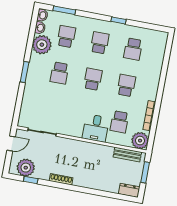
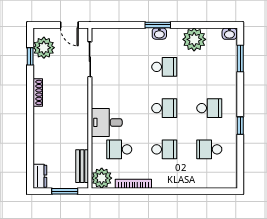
washbasin: (40, 28) -> (159, 34), moved
school desk: (66, 37) -> (209, 67), removed
school desk: (59, 73) -> (164, 67), turned 180

